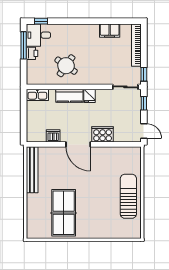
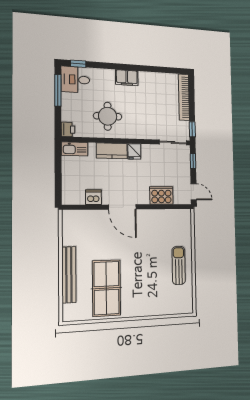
filing cabinet: (110, 31) -> (127, 78), moved
printer: (32, 53) -> (68, 129), moved
round table: (66, 66) -> (108, 116), turned -35
cooker: (103, 134) -> (161, 195), moved
bench: (32, 170) -> (69, 275), moved
sun lounger: (128, 196) -> (179, 265), width x0.73, depth x0.75

